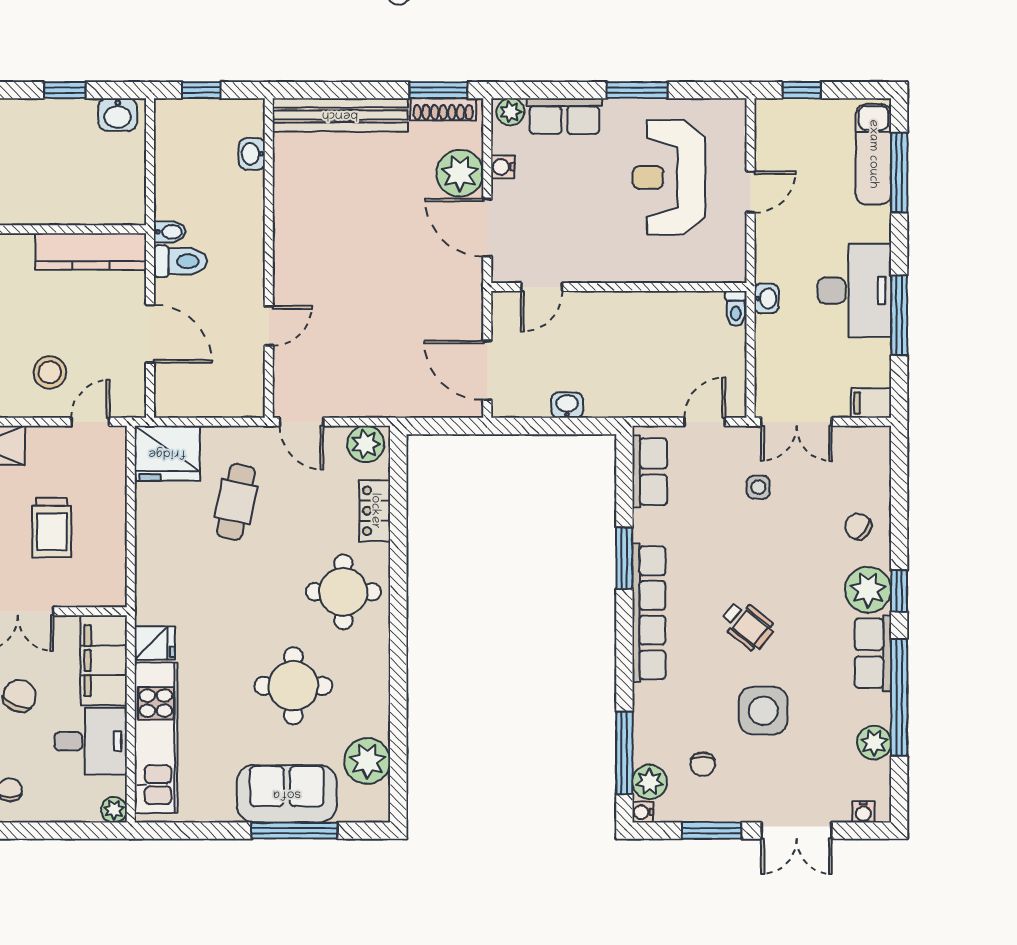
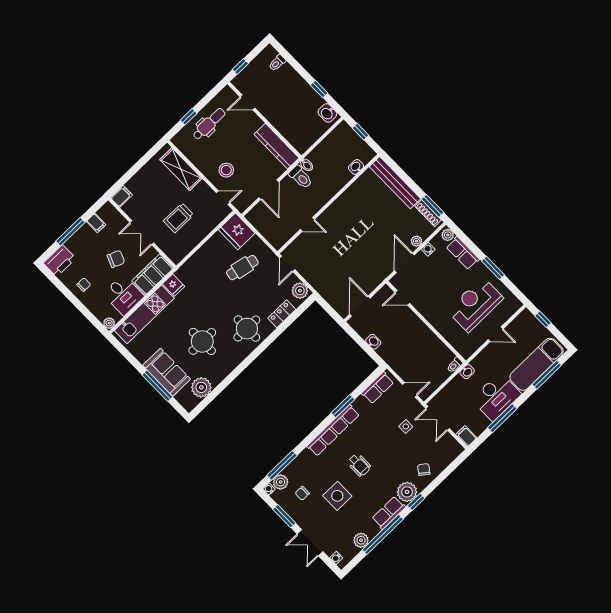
exam couch: (873, 154) -> (537, 364), width x1.36, depth x1.45
plant: (460, 173) -> (416, 241), width x0.53, depth x0.53
wheelchair: (747, 625) -> (359, 465), turned -39

